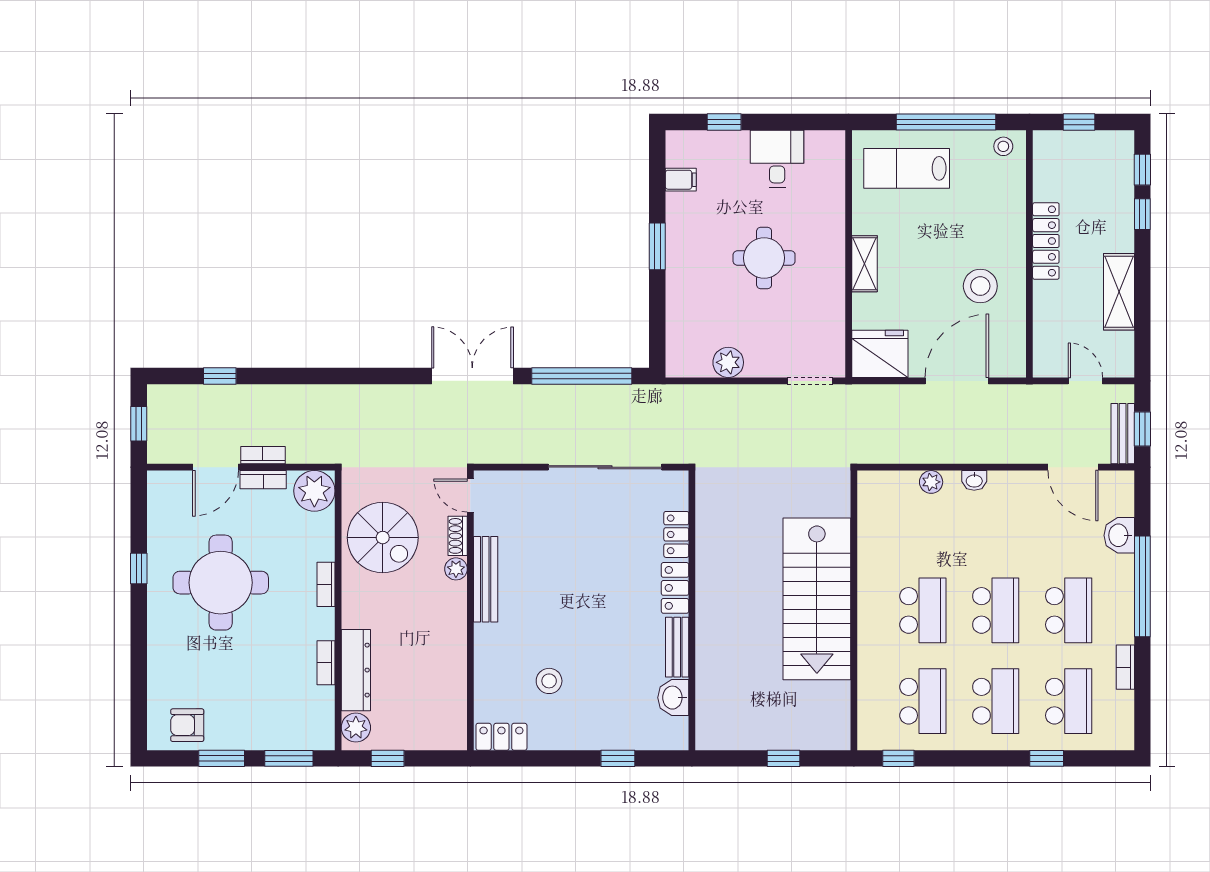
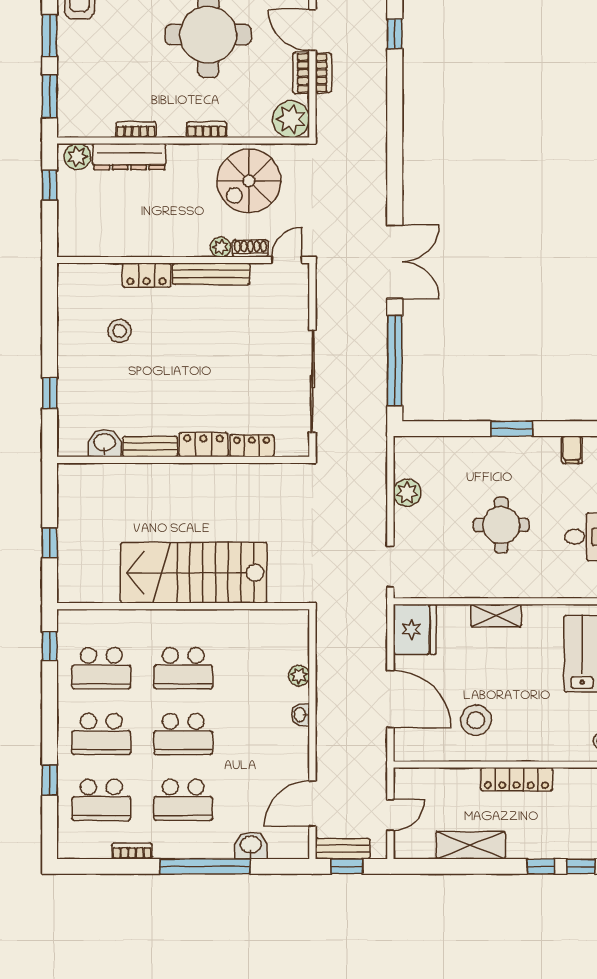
locker: (501, 737) -> (146, 275), moved, turned 90

